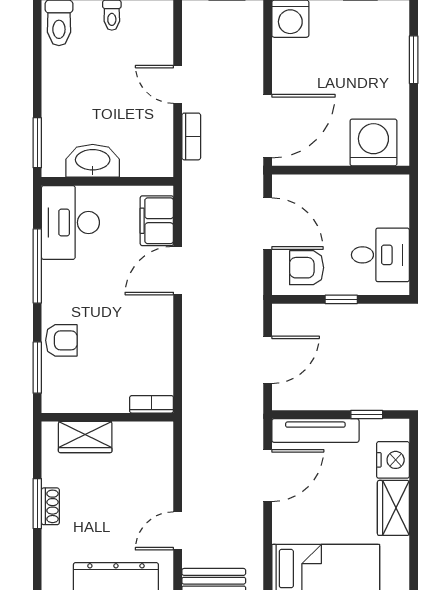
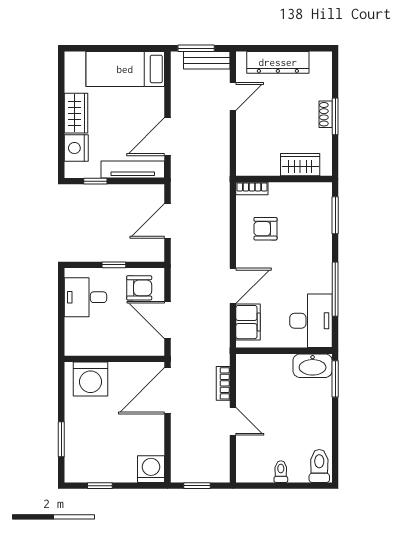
washbasin: (93, 161) -> (313, 366), moved
armchair: (61, 340) -> (265, 229), moved

